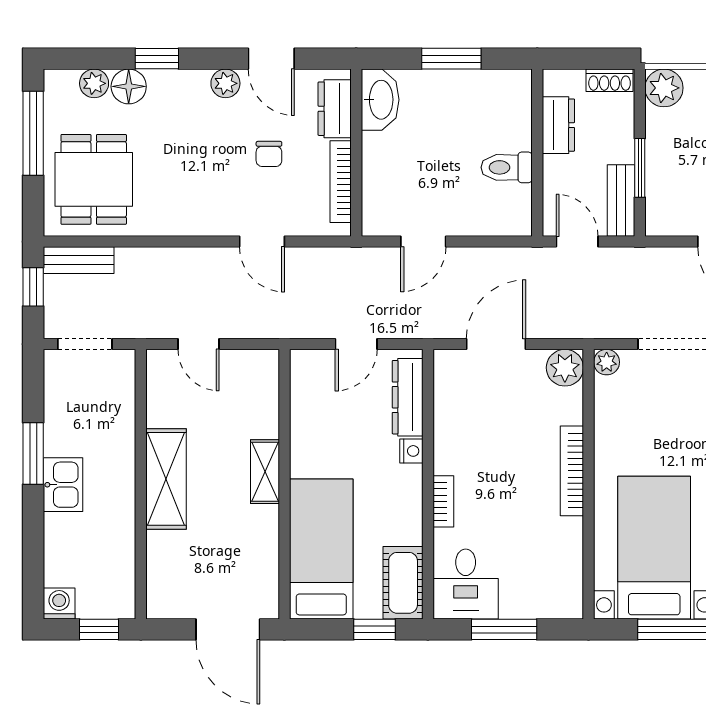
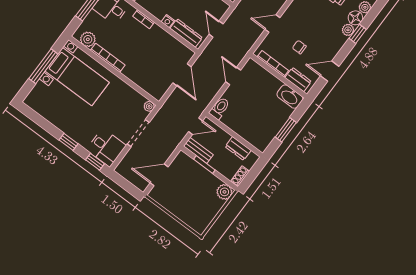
plant: (225, 83) -> (348, 30), moved
toilet: (507, 167) -> (220, 108), moved
plant: (565, 368) -> (88, 39), moved
bookcase: (572, 471) -> (108, 58), moved

